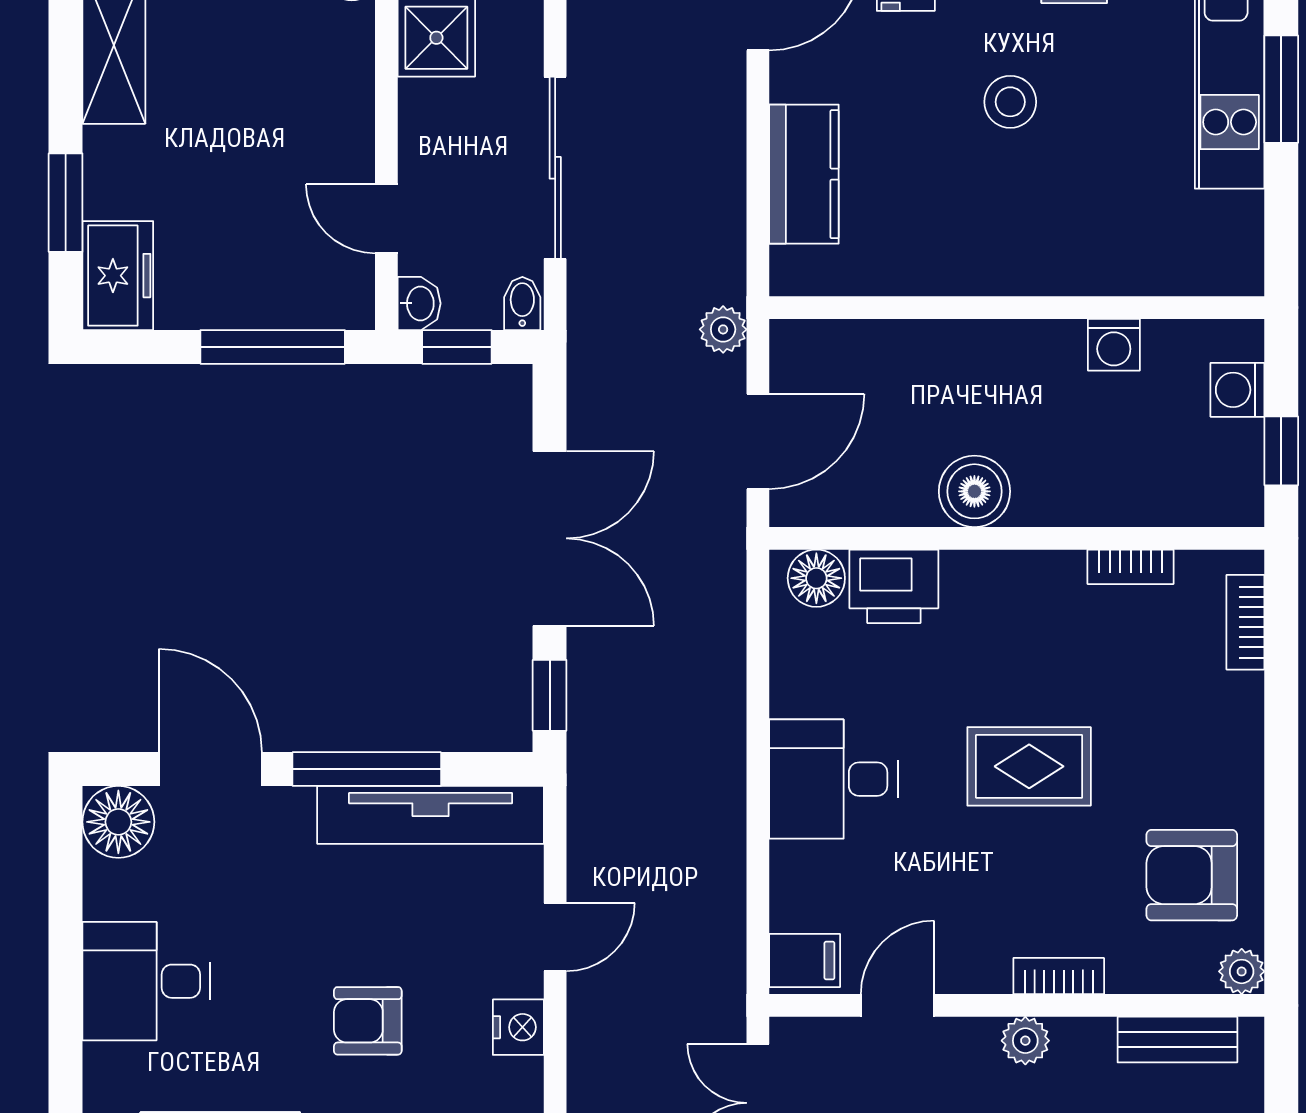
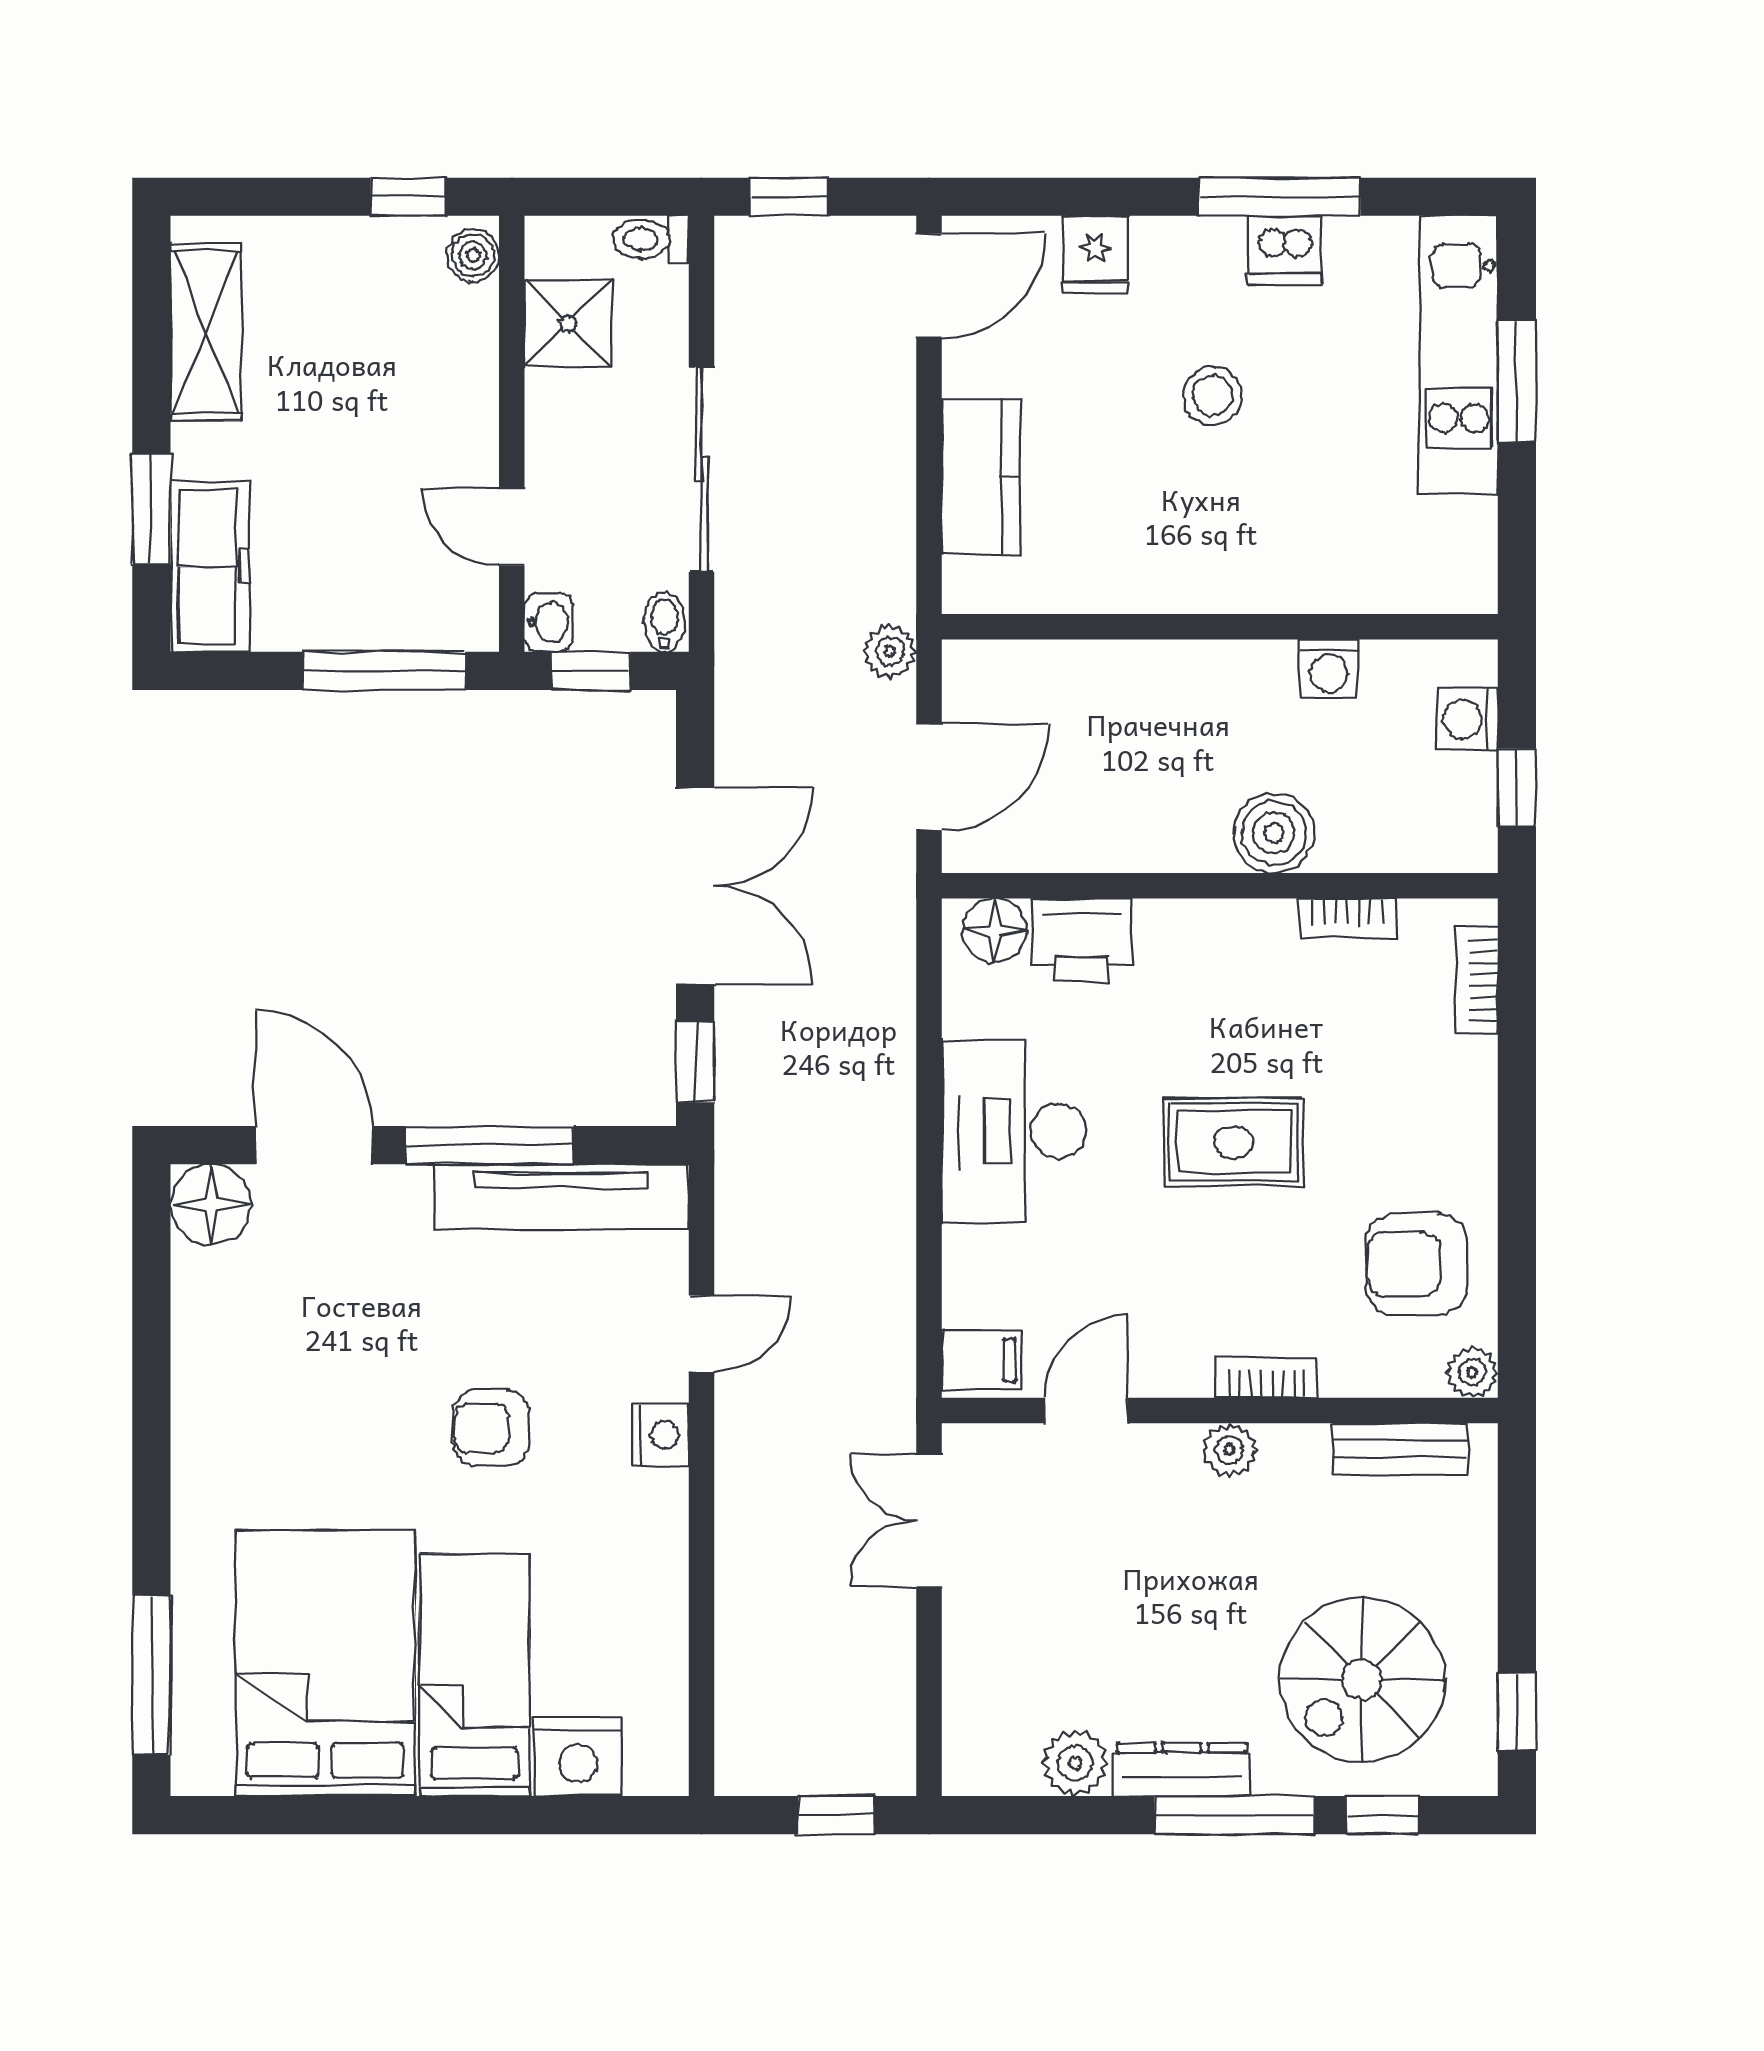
freezer: (118, 276) -> (210, 566), width x1.40
boiler: (974, 491) -> (1274, 833), moved
desk: (833, 779) -> (1014, 1131), width x1.37
desk: (146, 981) -> (242, 1383), removed

